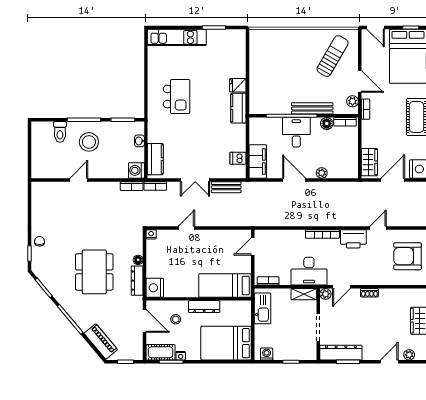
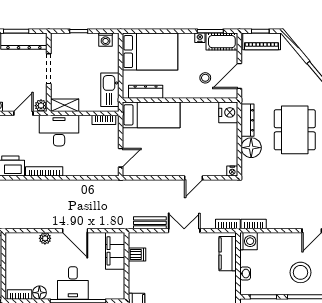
floor lamp: (138, 260) -> (251, 148), width x1.89, depth x1.89
dresser: (204, 307) -> (146, 92), moved
door: (145, 321) -> (239, 76), hinge flipped
piano: (101, 341) -> (262, 41), moved, turned -50

